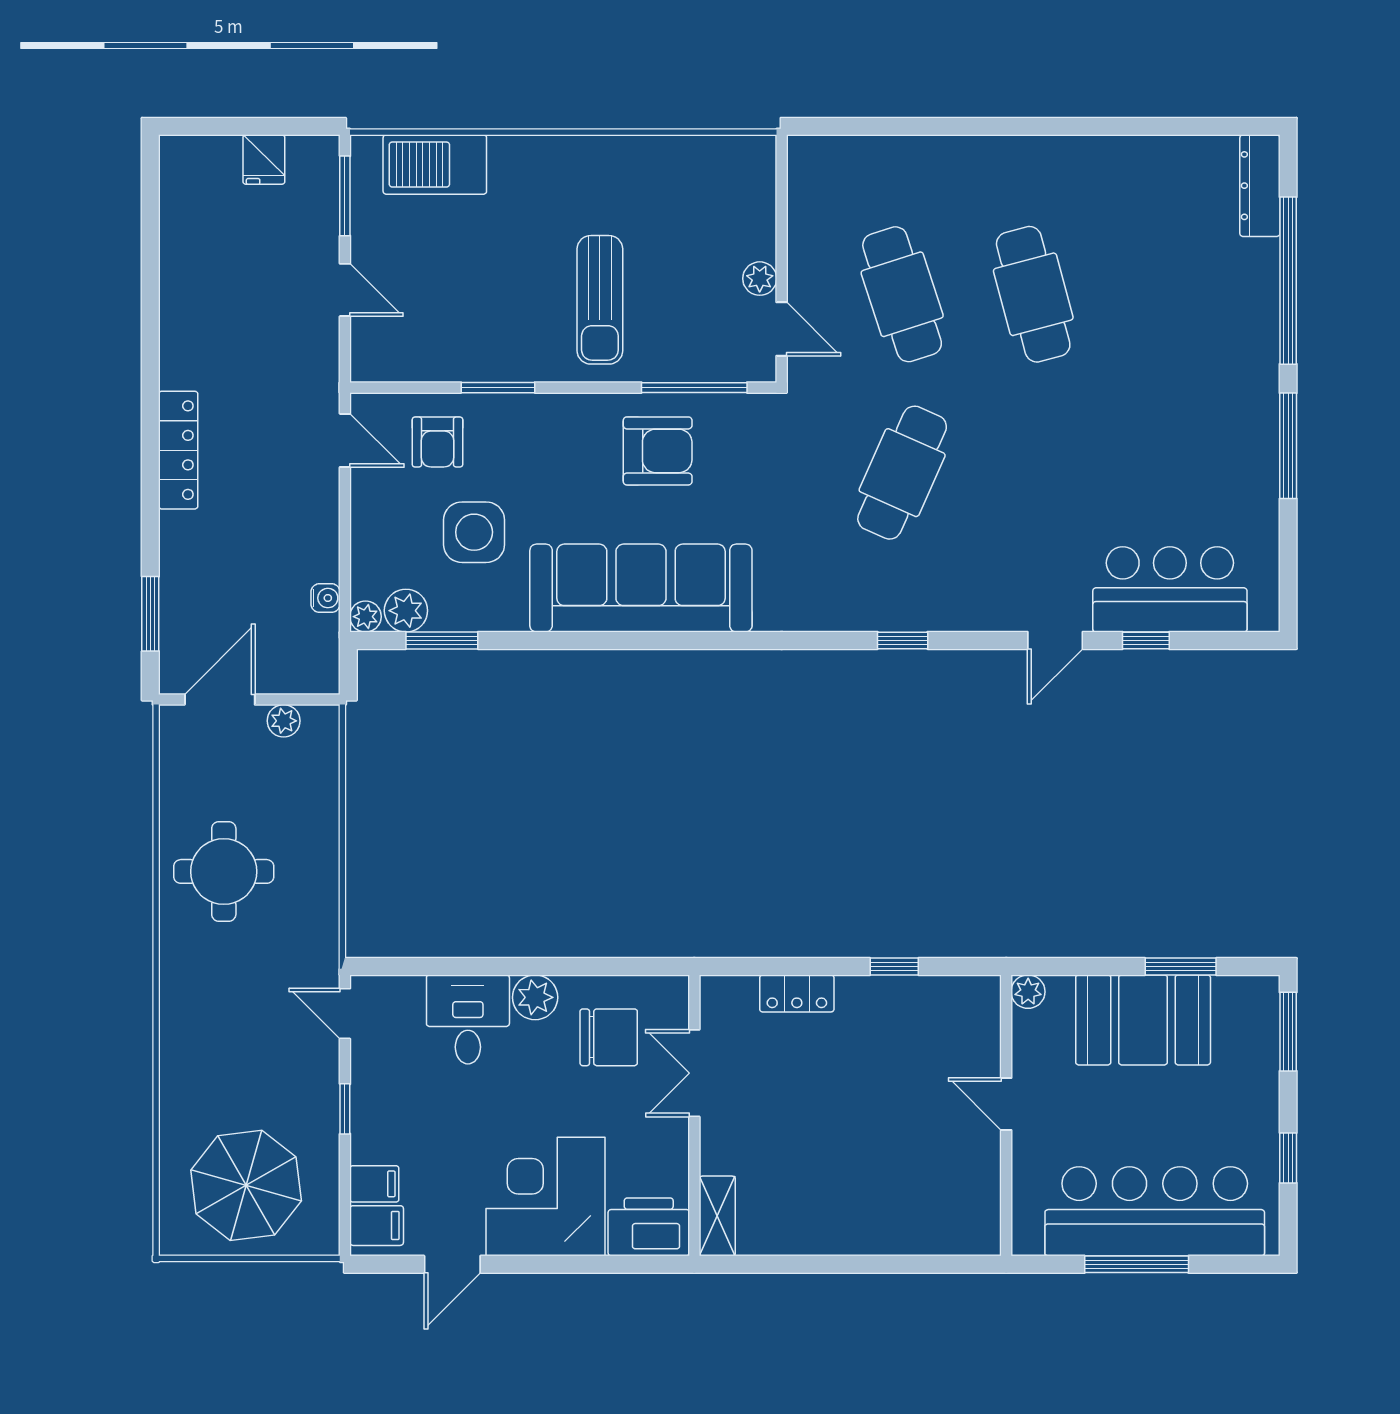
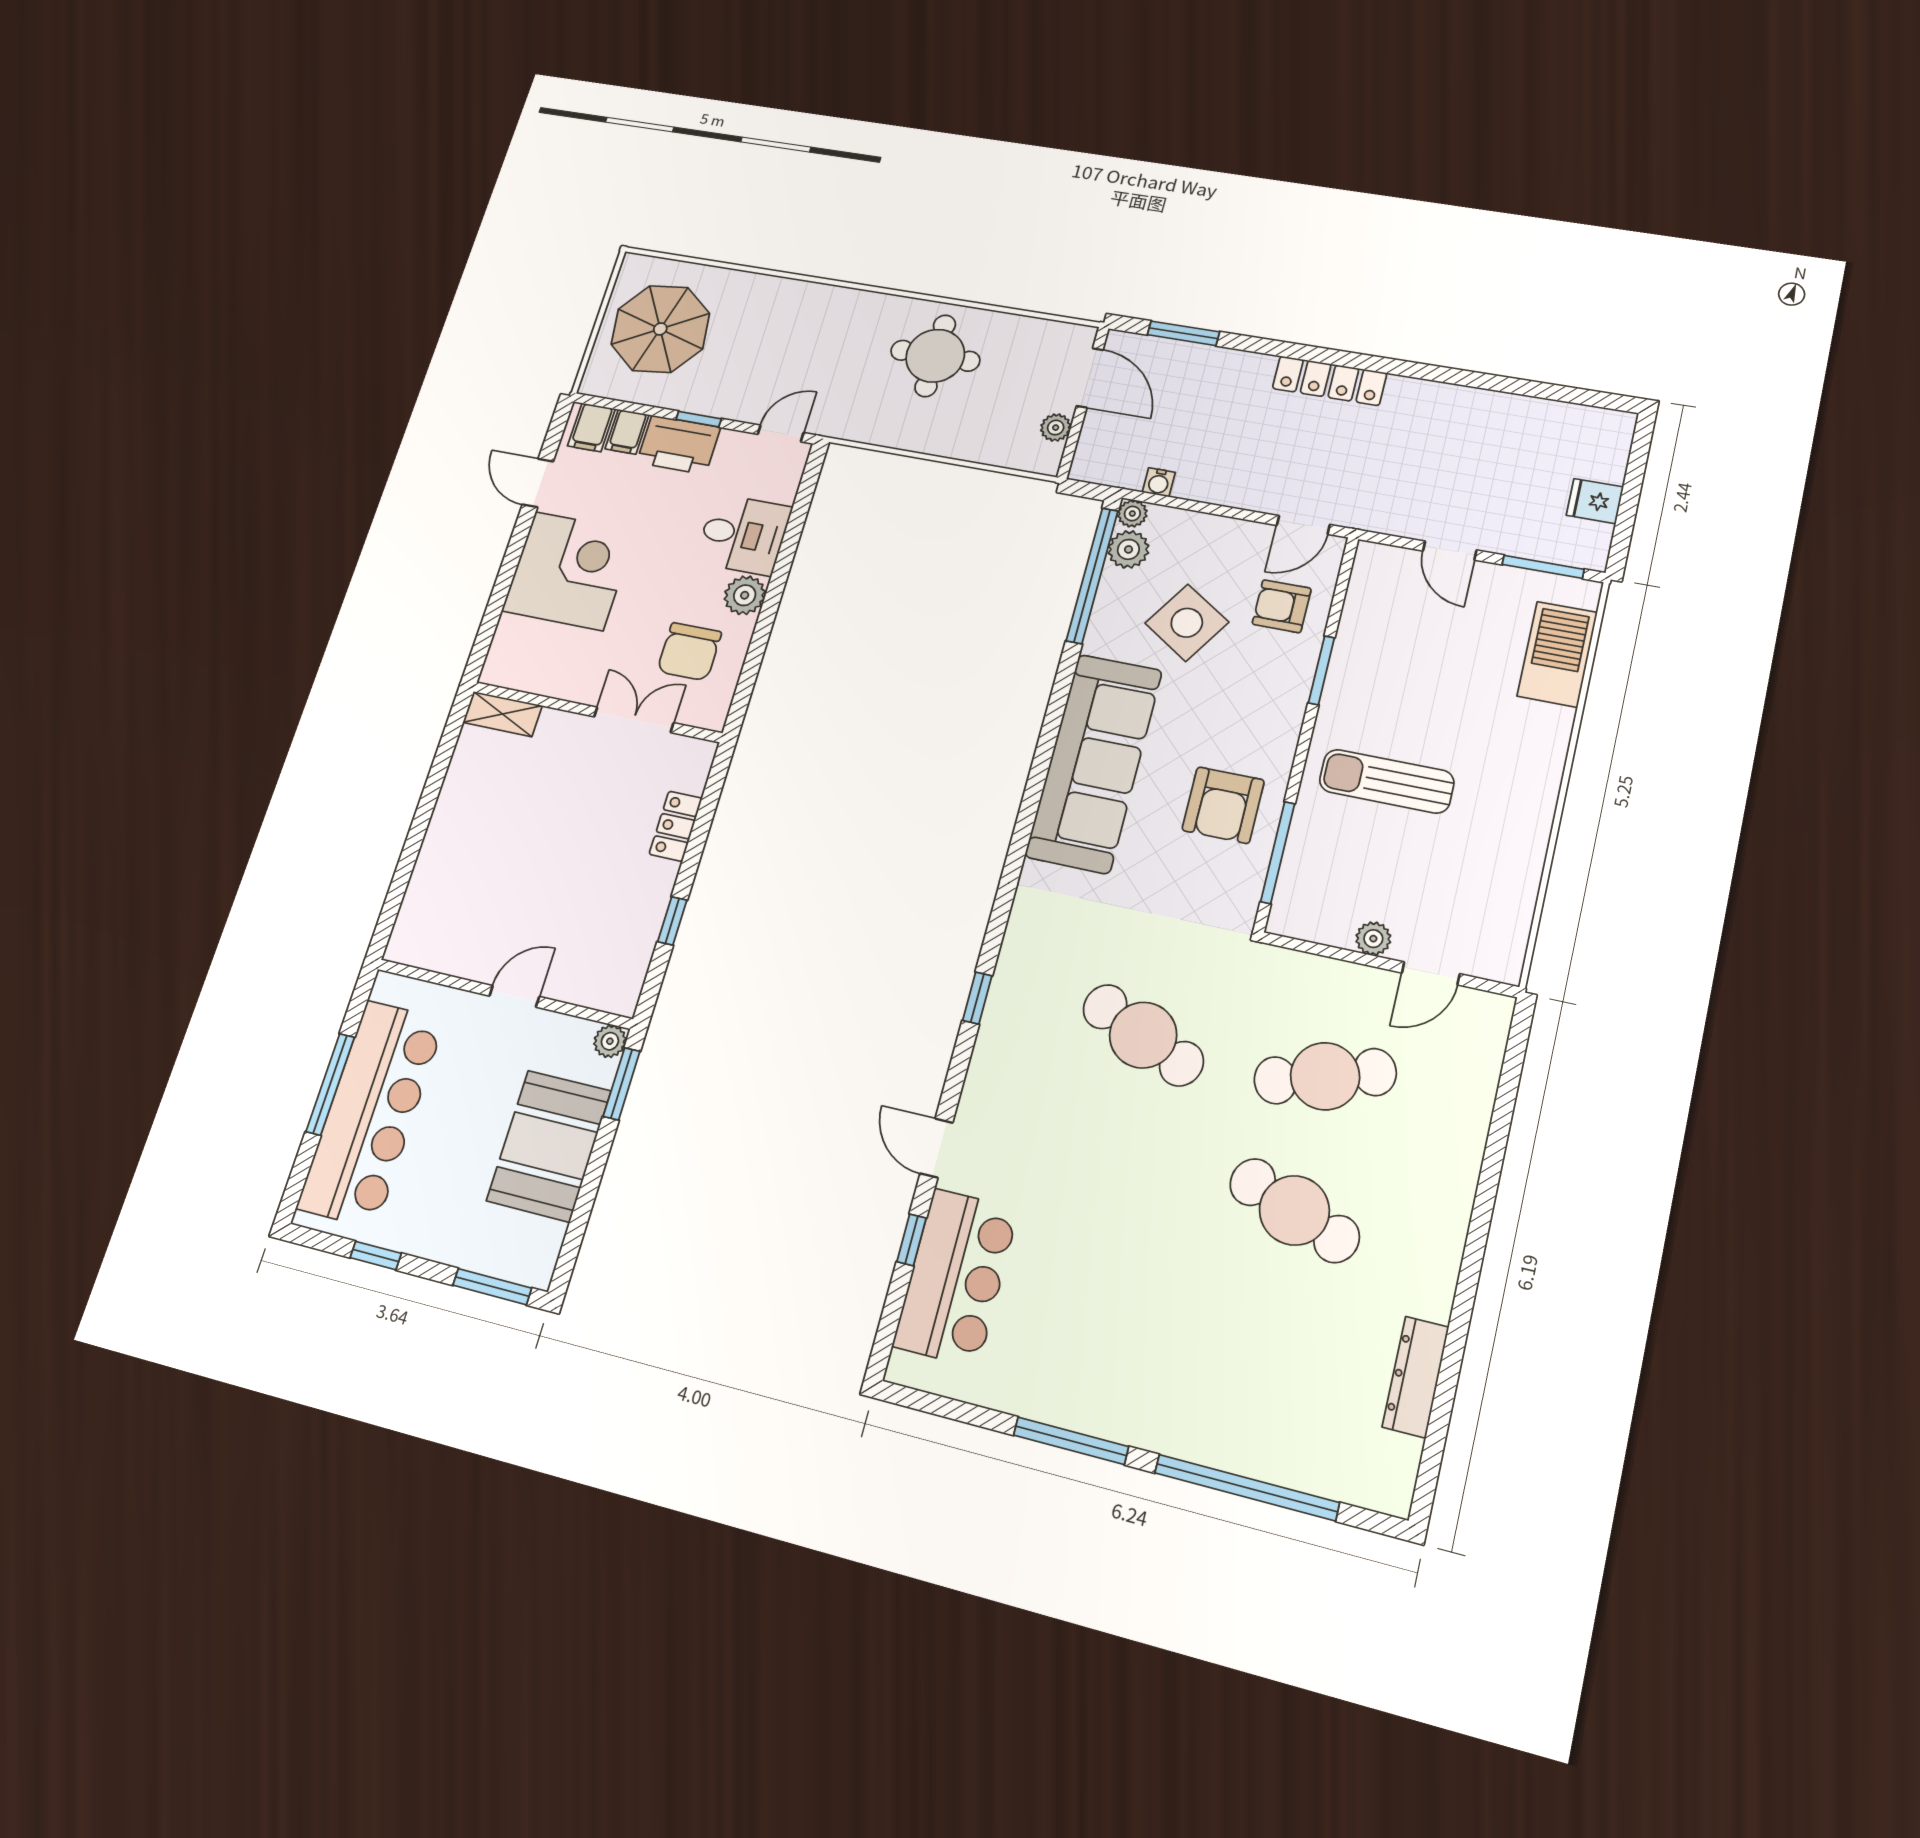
dresser: (1260, 186) -> (1416, 1377), moved, turned -90
door: (345, 290) -> (1450, 551), hinge flipped
cafe table: (1033, 294) -> (1294, 1210), turned 36
door: (782, 329) -> (1431, 973), moved
side table: (474, 532) -> (1187, 623), turned 33
window: (442, 640) -> (1092, 576), width x2.11
window: (1181, 966) -> (622, 1084), moved
printer: (649, 1227) -> (679, 445), moved, turned 90

